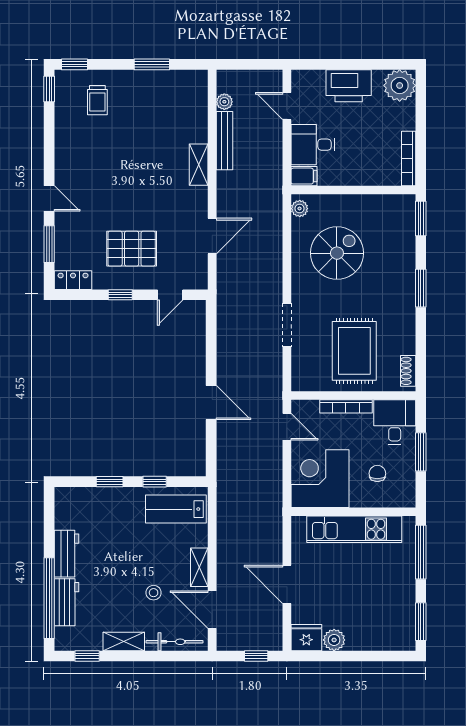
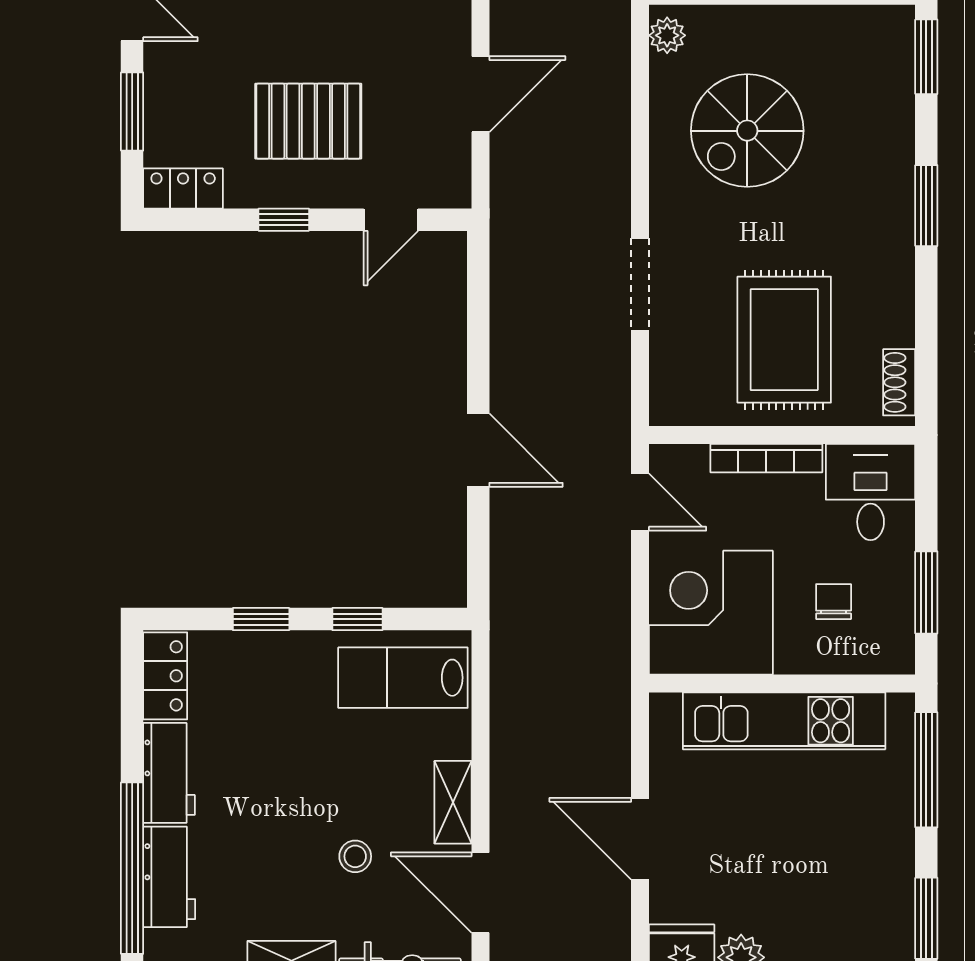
spiral stairs: (337, 253) -> (747, 131), turned 180
window: (421, 452) -> (926, 592), moved
locker: (65, 508) -> (165, 676), added

